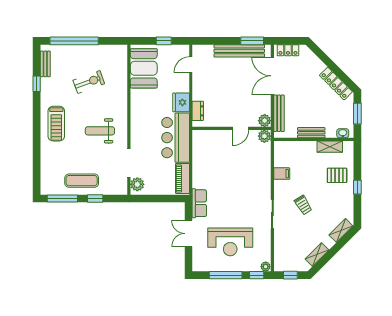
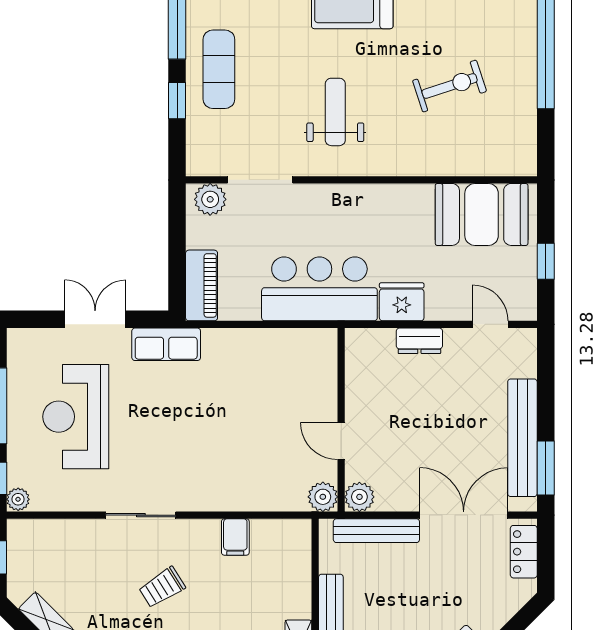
exercise bike: (89, 82) -> (450, 86), turned -88
dresser: (198, 111) -> (419, 341), moved
piano: (182, 178) -> (202, 285), moved, turned 90

